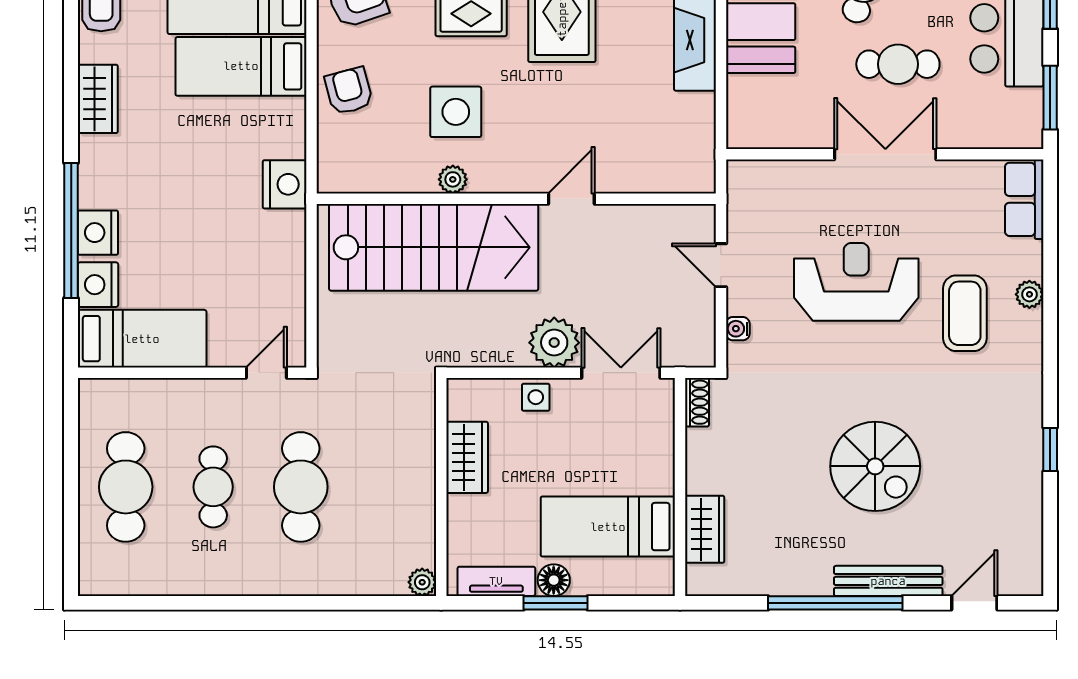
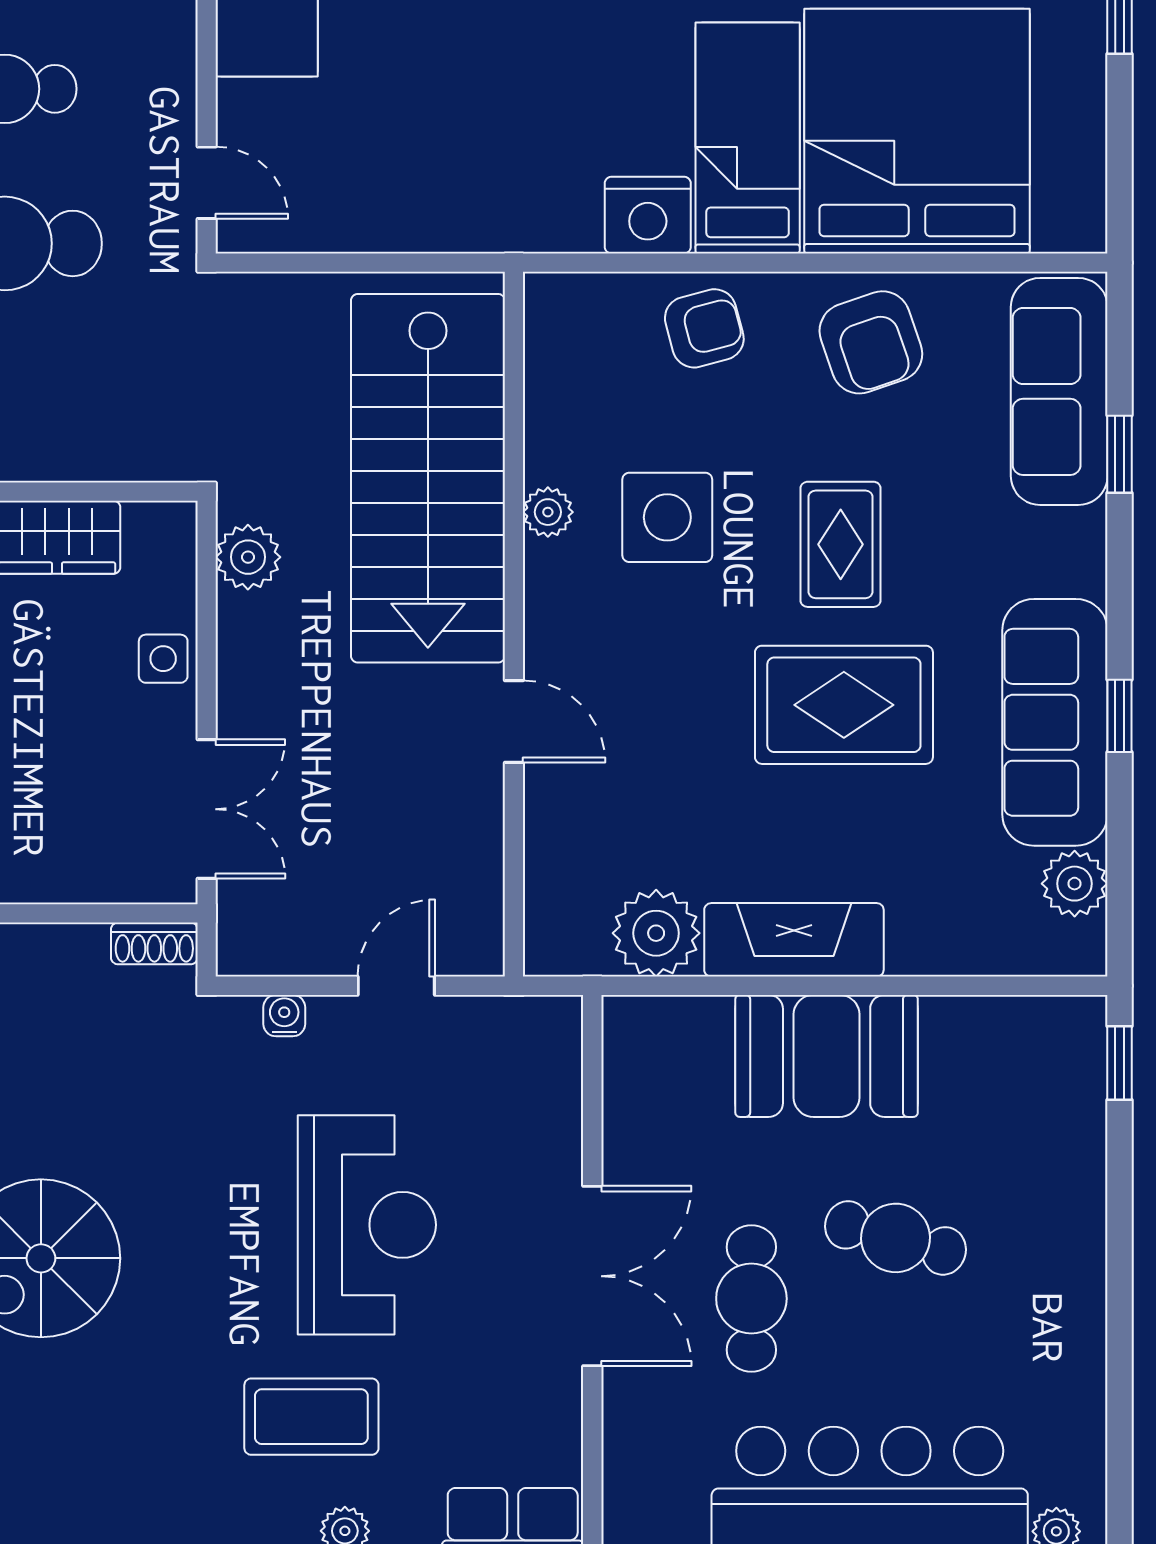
plant: (691, 118) -> (656, 933), added
nightstand: (285, 184) -> (648, 215), moved
plant: (554, 343) -> (248, 557), moved, width x0.73, depth x0.73

